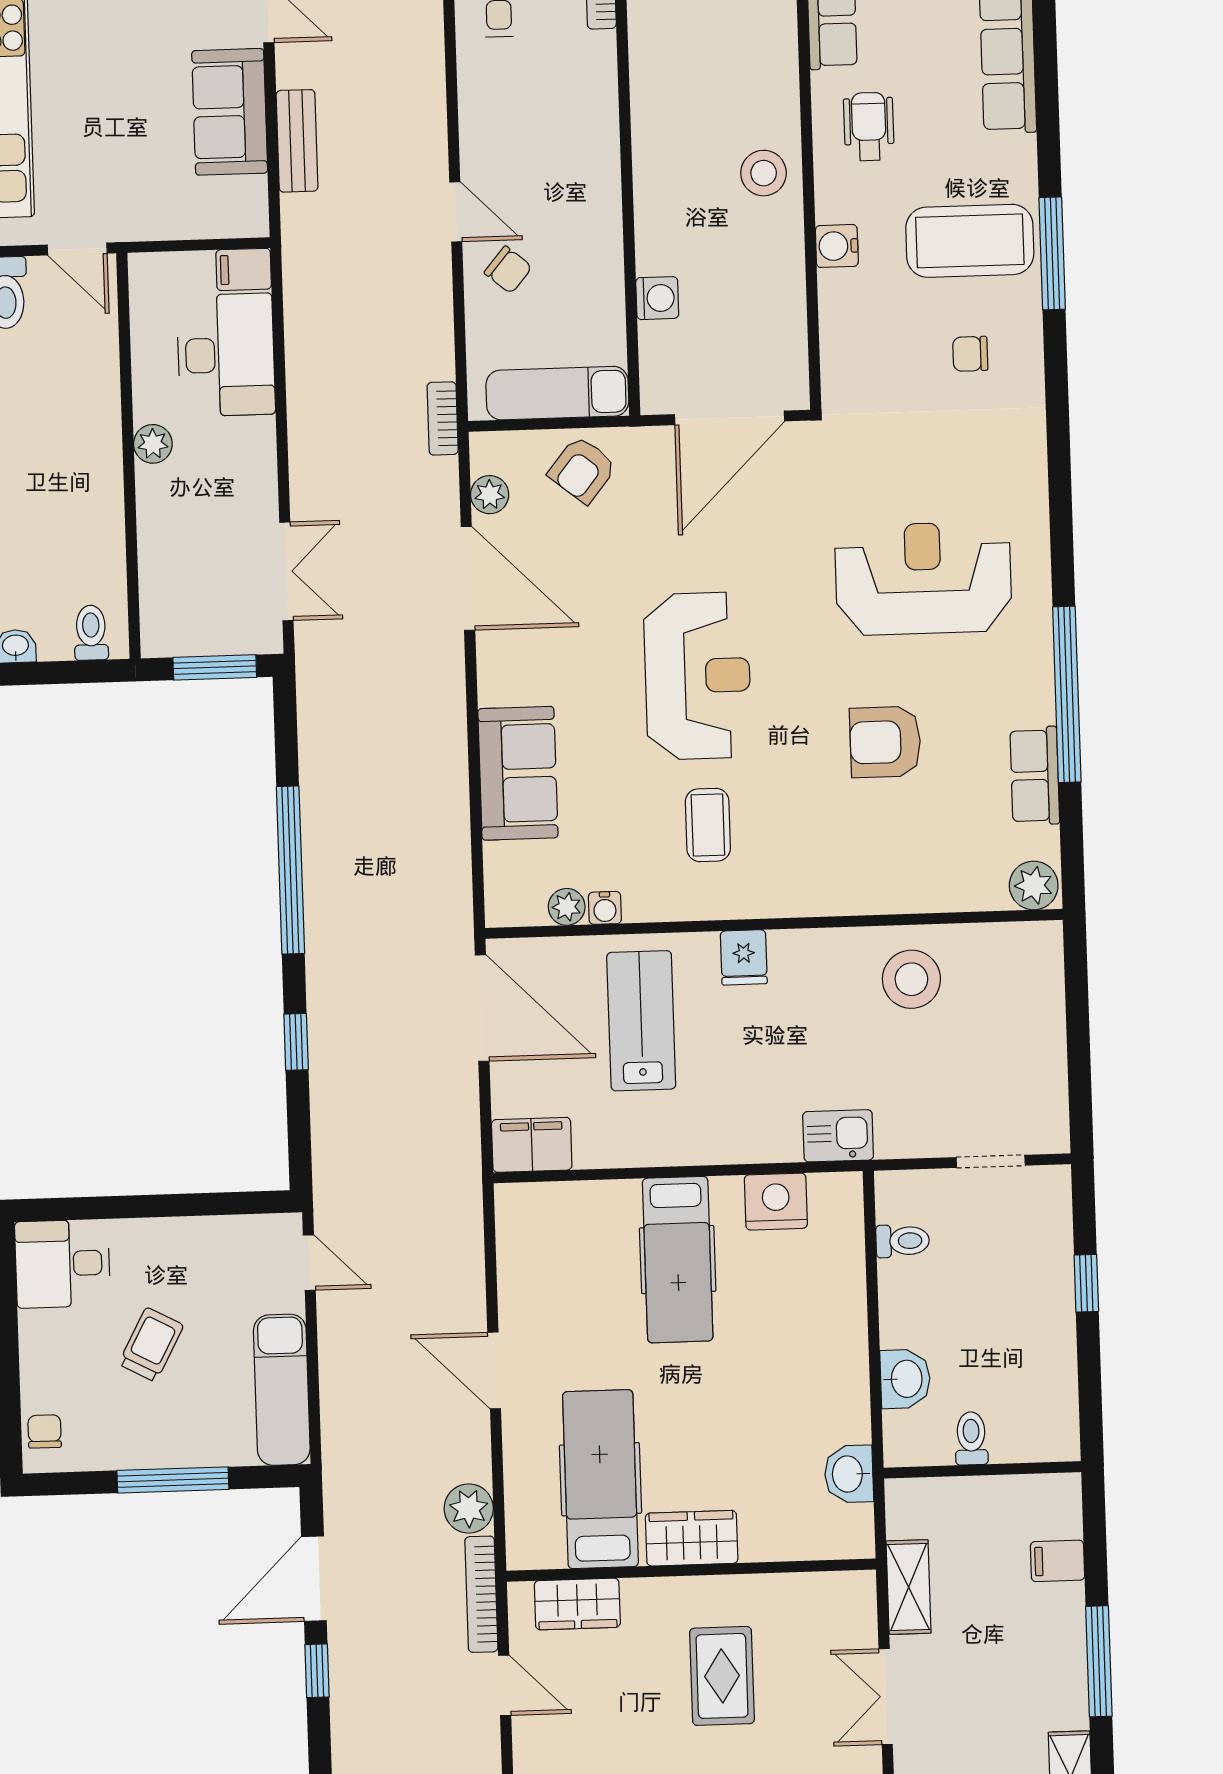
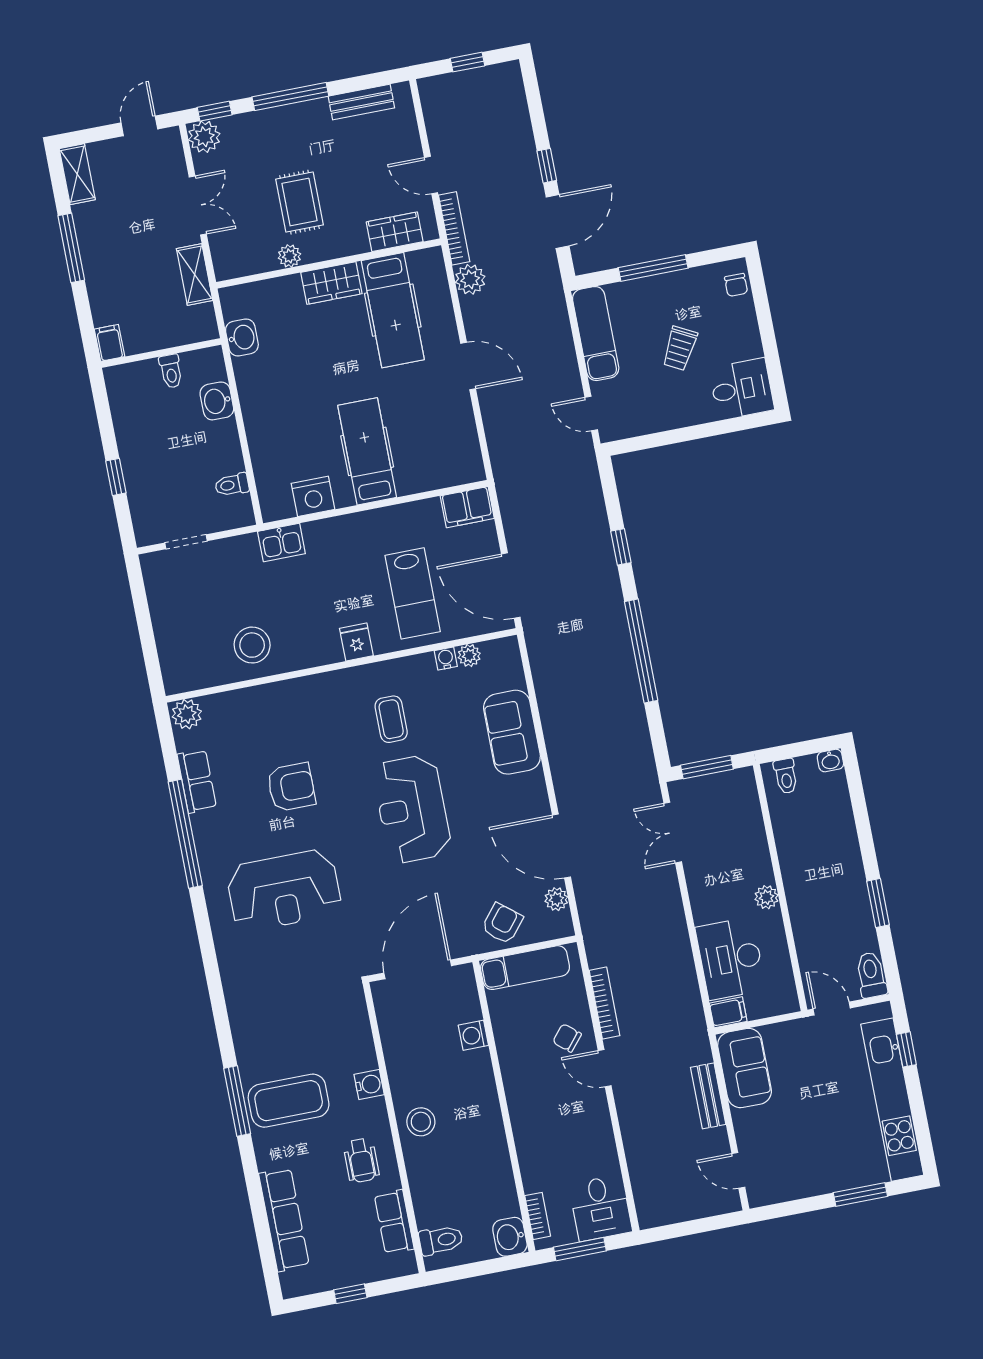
sofa: (230, 112) -> (745, 1068), moved
chair: (970, 354) -> (277, 1032), removed
bookcase: (443, 418) -> (604, 1003), moved, width x1.56
filing cabinet: (1058, 1561) -> (109, 343), moved, turned -90
plant: (752, 1592) -> (289, 256), added

